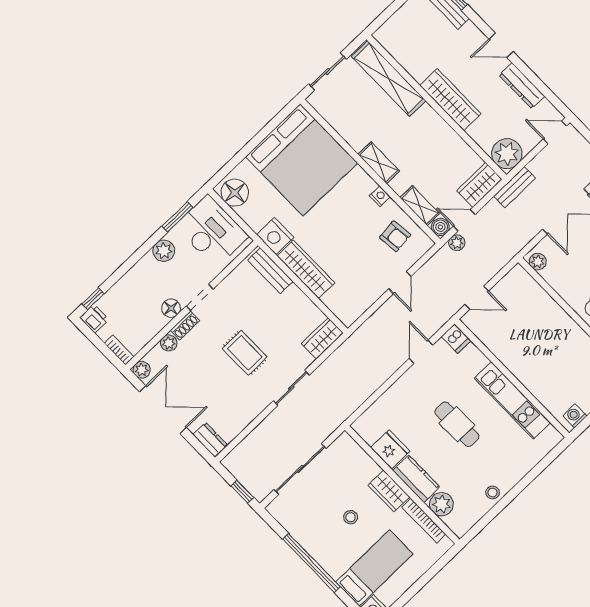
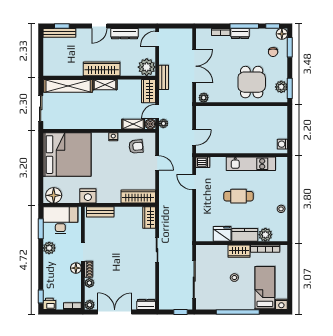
shelving: (379, 163) -> (105, 85), moved
wardrobe: (306, 269) -> (138, 197), moved
rug: (245, 353) -> (124, 255), removed

